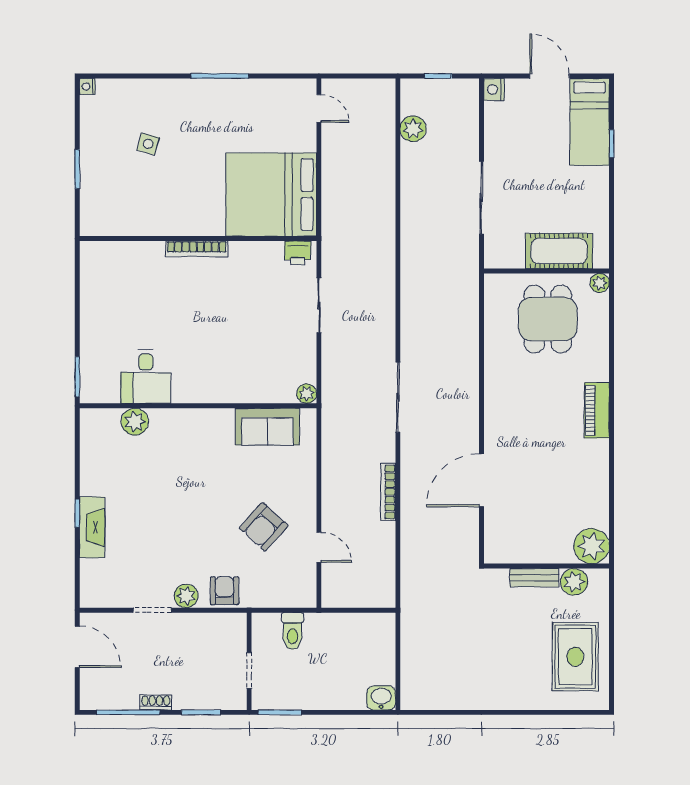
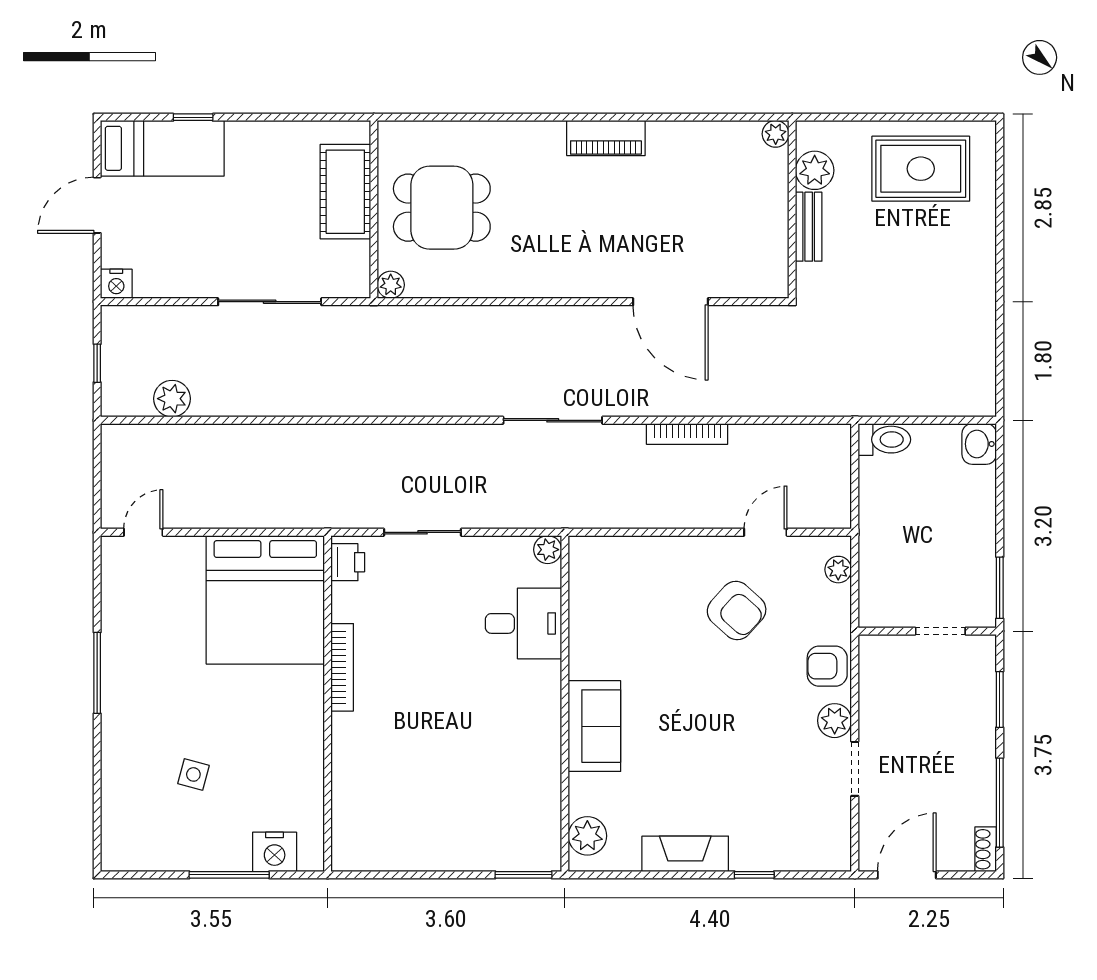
nightstand: (87, 86) -> (275, 852), moved, width x1.89, depth x1.79
window: (77, 169) -> (229, 875), width x1.44
bookcase: (197, 249) -> (342, 667), moved
plant: (600, 283) -> (391, 285), moved
desk: (146, 377) -> (523, 623), moved
piano: (597, 410) -> (606, 138), moved
plant: (135, 422) -> (587, 836), moved
sofa: (267, 427) -> (594, 726), moved
window: (77, 513) -> (754, 875), moved
fireplace: (92, 527) -> (685, 854), moved
plant: (592, 546) -> (776, 134), width x0.53, depth x0.53
plant: (293, 599) -> (838, 570), added
toilet: (293, 631) -> (884, 440), moved
shoe rack: (156, 702) -> (986, 849), moved

